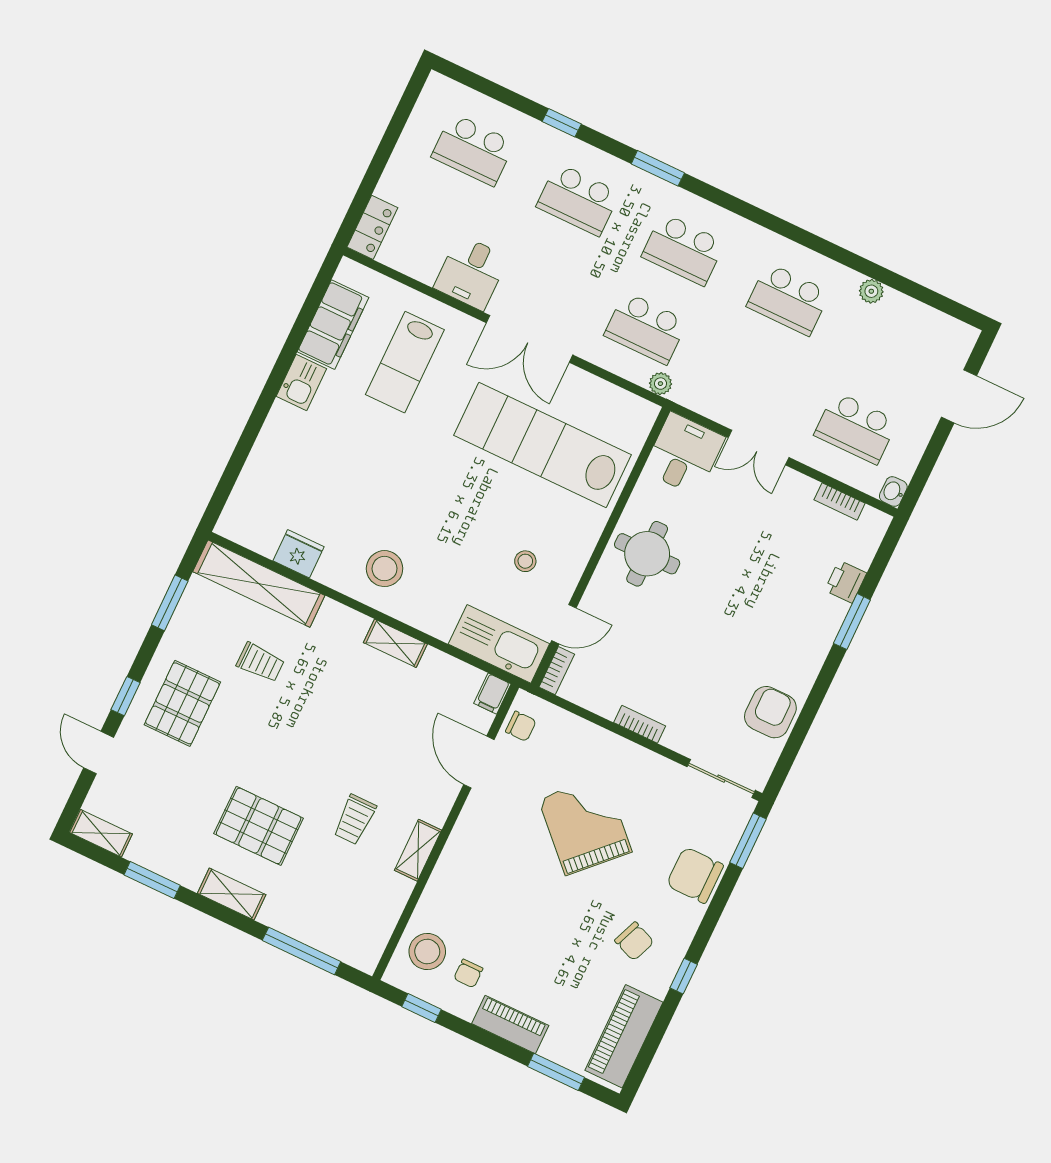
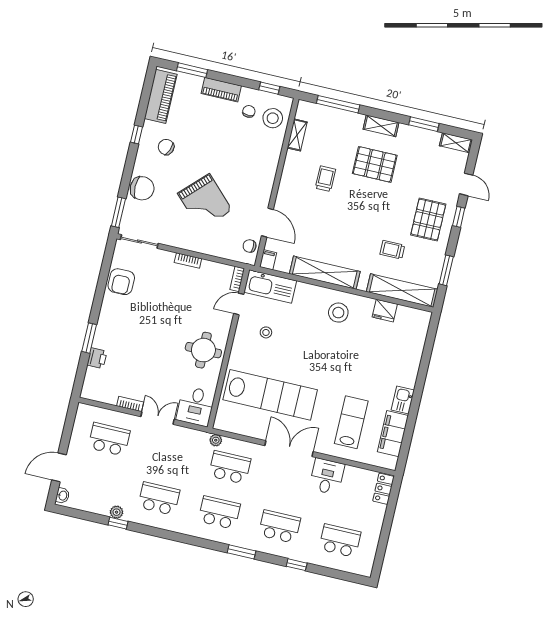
window: (873, 270) -> (118, 523), added
washbasin: (893, 491) -> (63, 496), moved
bookcase: (840, 501) -> (130, 404), moved
shelving: (395, 643) -> (325, 273), width x2.20, depth x1.33
shelving: (418, 850) -> (297, 135), moved

